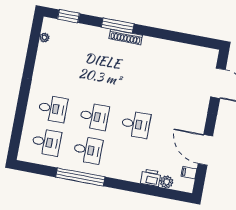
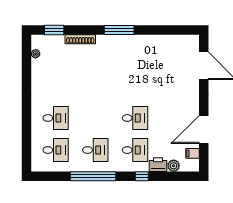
window: (118, 26) -> (119, 30), moved
shoe rack: (126, 37) -> (80, 39), moved
desk: (94, 116) -> (135, 150), moved
door: (205, 150) -> (204, 129), hinge flipped
window: (131, 187) -> (142, 176), added

